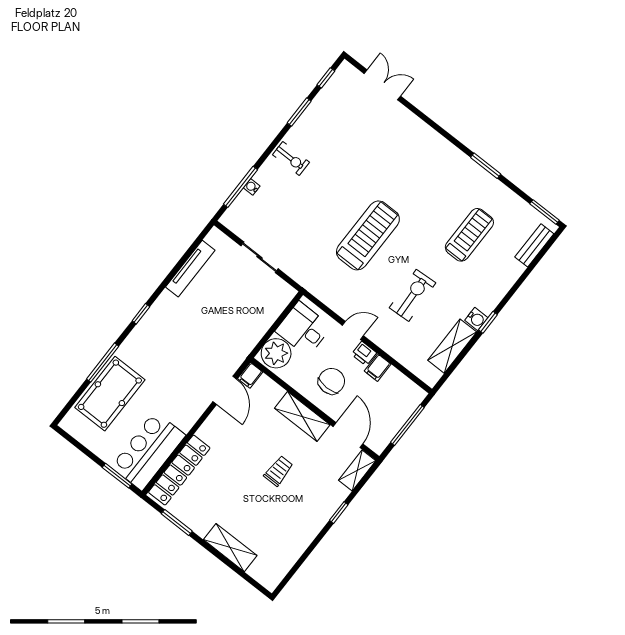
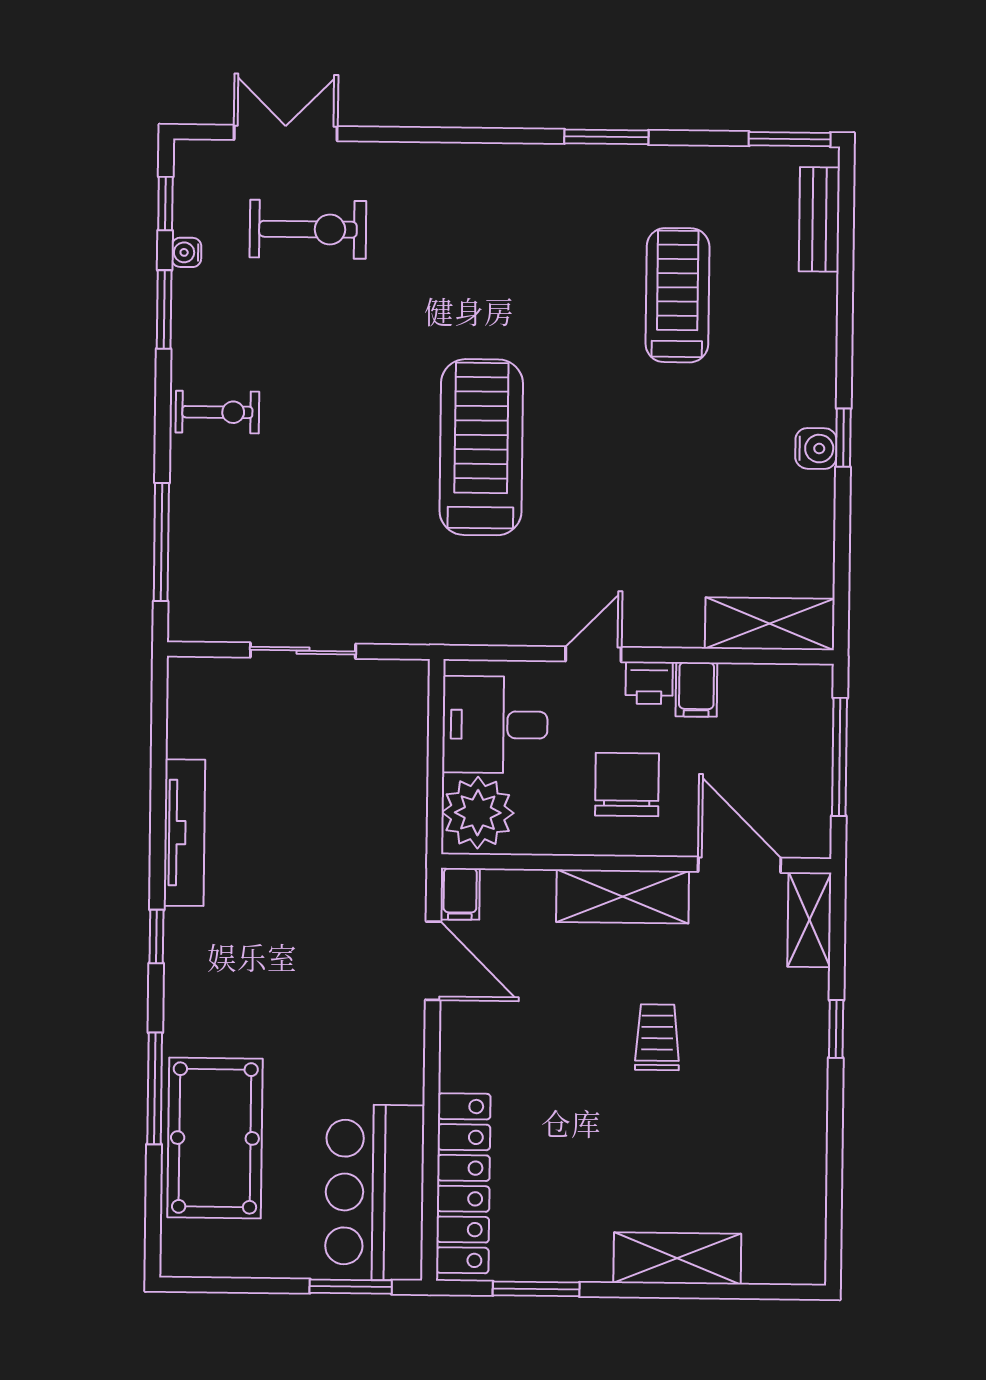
water cooler: (252, 187) -> (186, 252), moved
tv unit: (190, 269) -> (184, 833), moved
exercise bike: (413, 295) -> (308, 229), moved, turned 93
shelving: (452, 346) -> (770, 624), moved, turned 90

